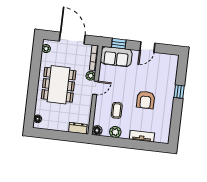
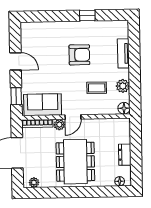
sofa: (116, 57) -> (43, 105), moved, turned -90
dining table: (59, 85) -> (75, 162), turned 90
door: (95, 88) -> (73, 117), swing flipped
window: (179, 92) -> (87, 16), moved
dresser: (78, 128) -> (125, 155), moved

